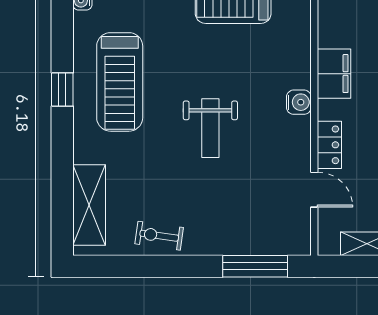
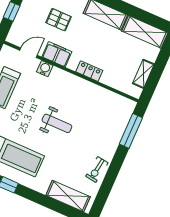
water cooler: (299, 102) -> (45, 69), moved
door: (314, 190) -> (29, 53), moved

